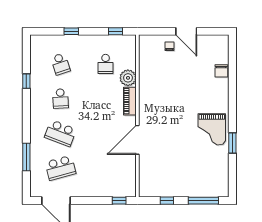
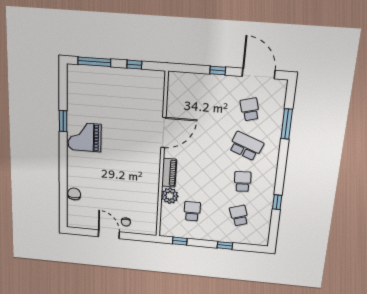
grand piano: (212, 129) -> (84, 137), turned -90
school desk: (60, 168) -> (250, 109), width x0.54
window: (119, 201) -> (218, 71), moved

